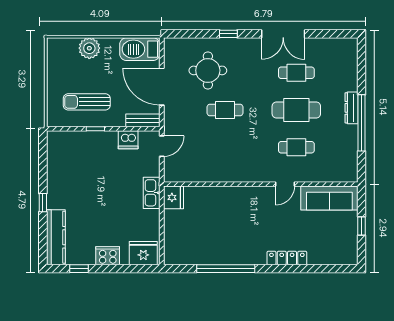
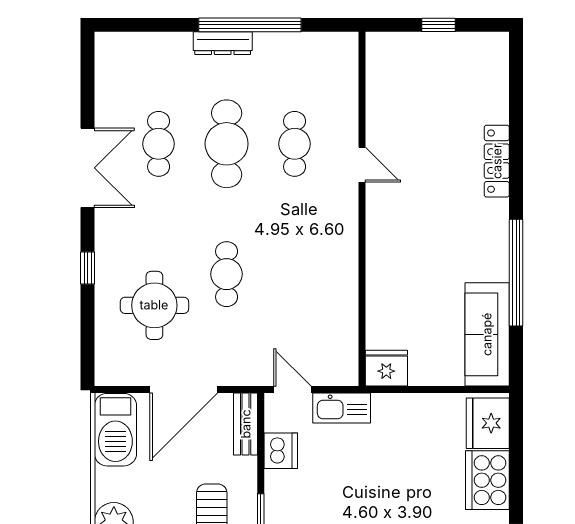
kitchen sink: (152, 193) -> (342, 408), moved
sofa: (329, 198) -> (487, 334), moved, turned 180
cooker: (108, 256) -> (487, 480), width x1.37, depth x1.31

